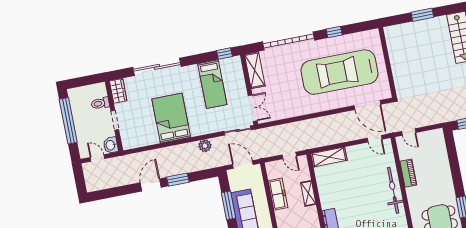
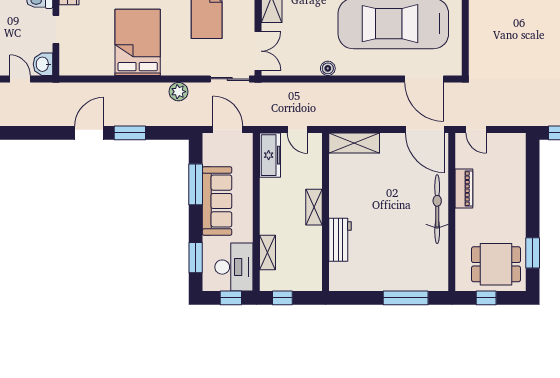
boiler: (302, 111) -> (328, 68), added
door: (375, 139) -> (425, 130), width x1.87
shelving: (308, 193) -> (314, 207), moved
freezer: (278, 194) -> (270, 155), moved

